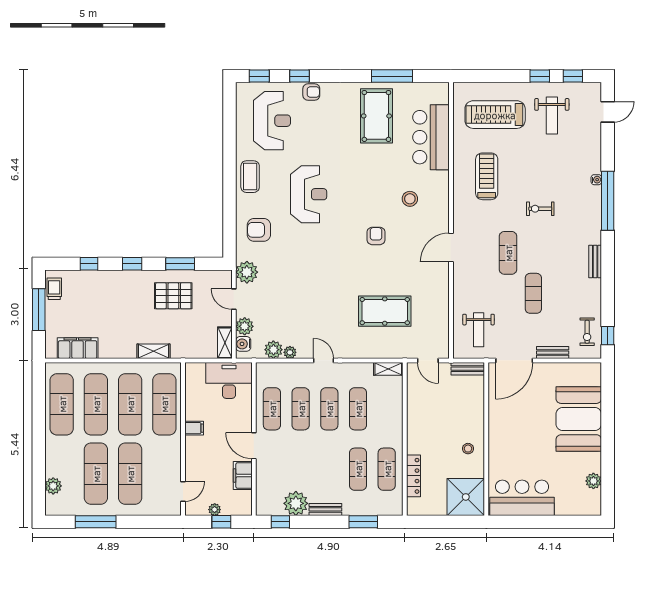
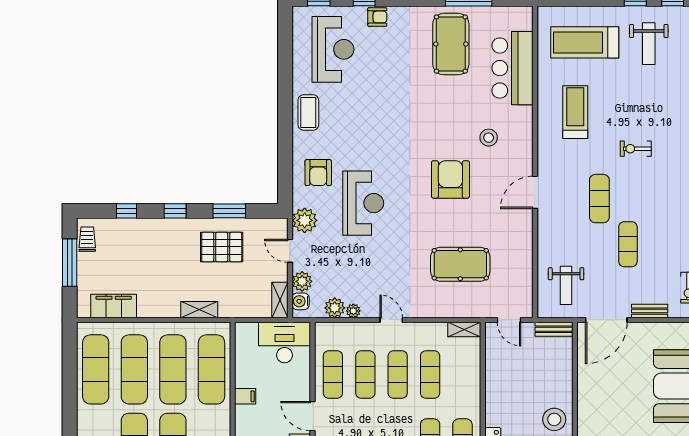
reception desk: (309, 194) -> (363, 203), moved
armchair: (259, 230) -> (318, 173), turned -90
armchair: (376, 236) -> (450, 179), width x1.88, depth x1.88
stool: (468, 449) -> (554, 419), width x1.89, depth x1.89

